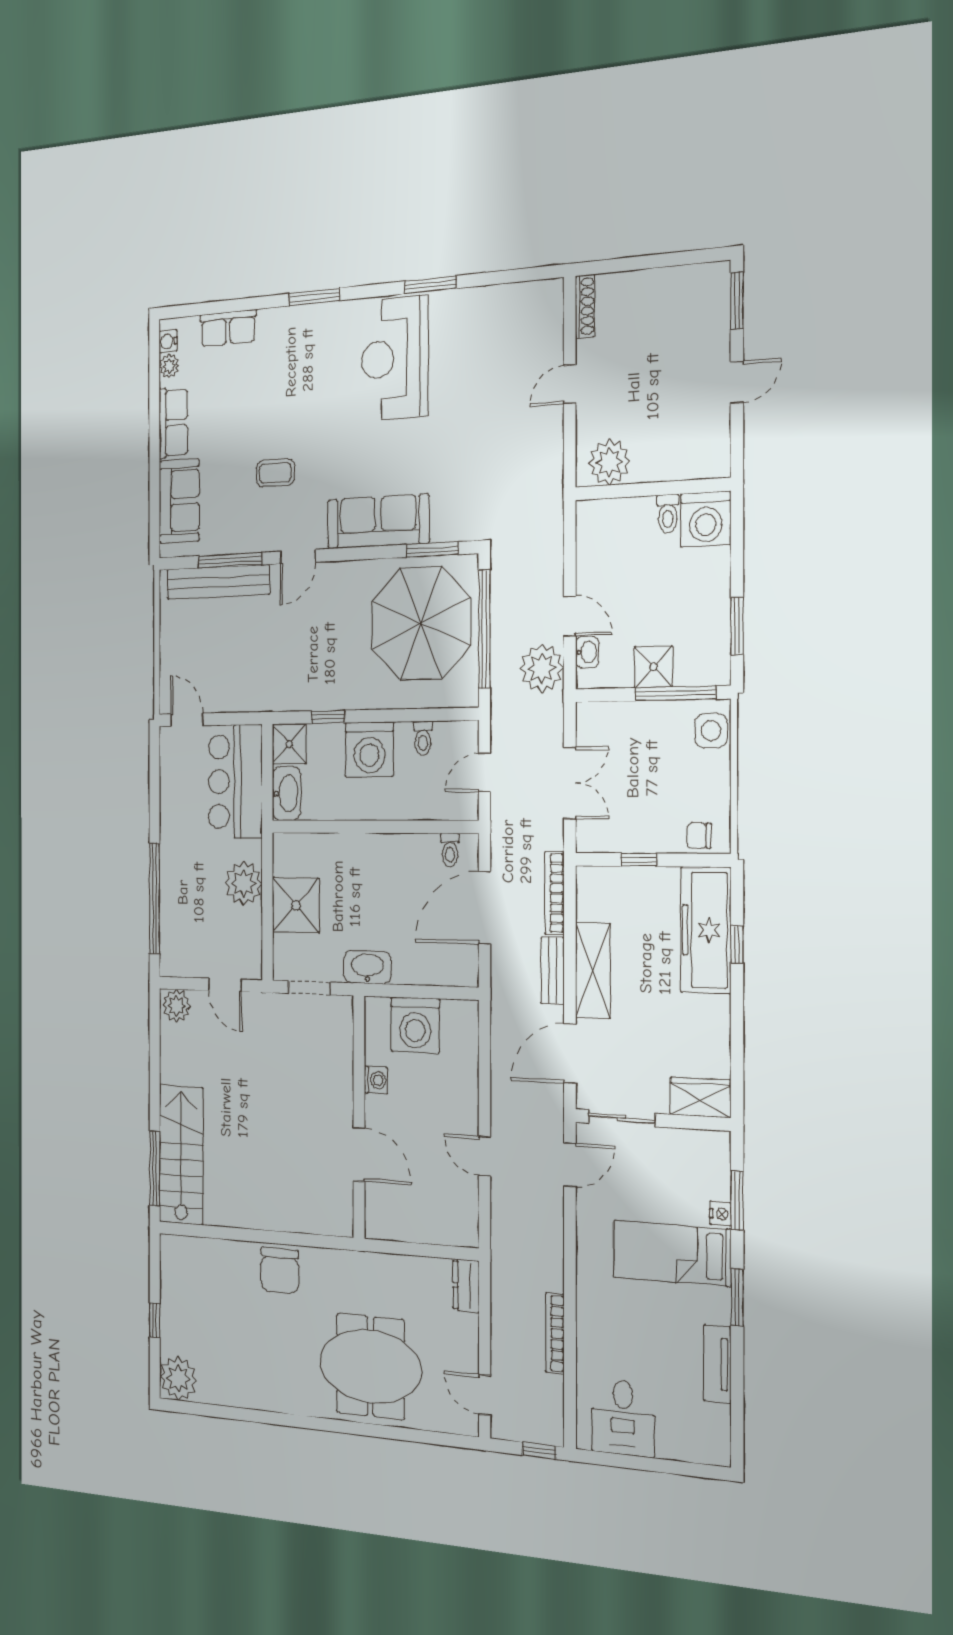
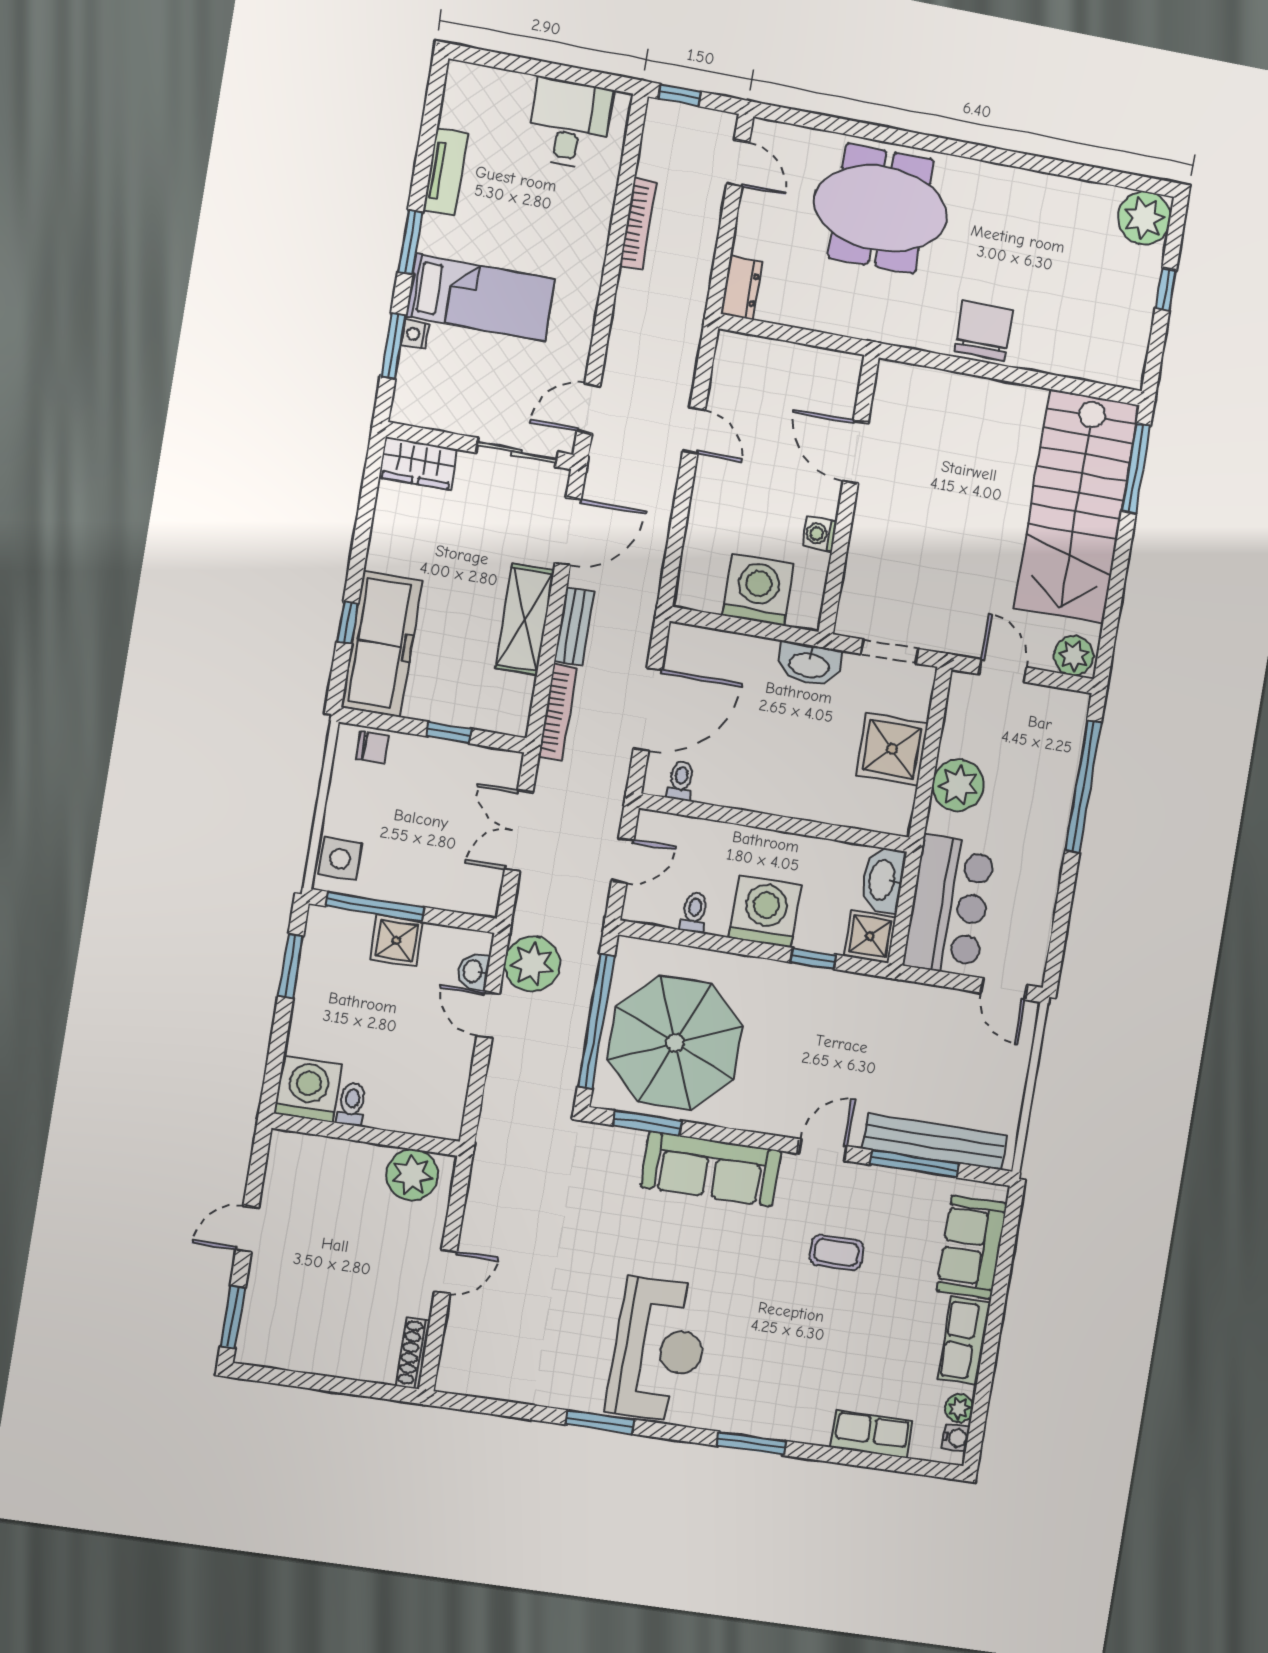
stairs: (181, 1155) -> (1077, 506), width x1.36, depth x1.51

